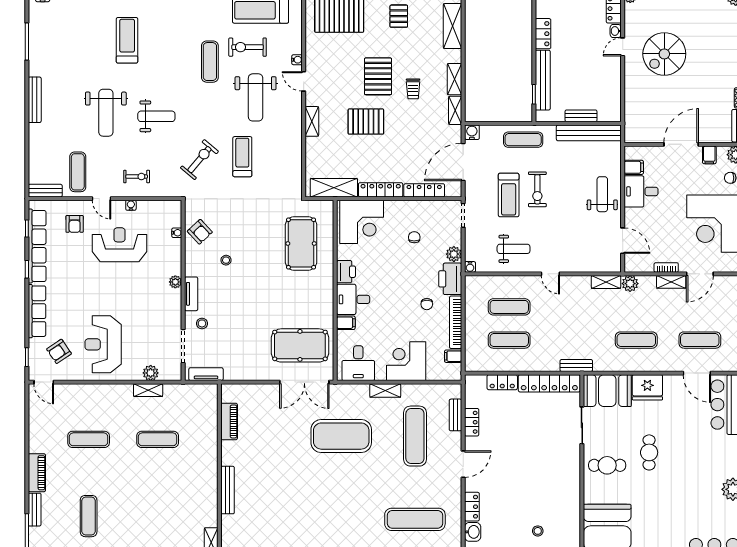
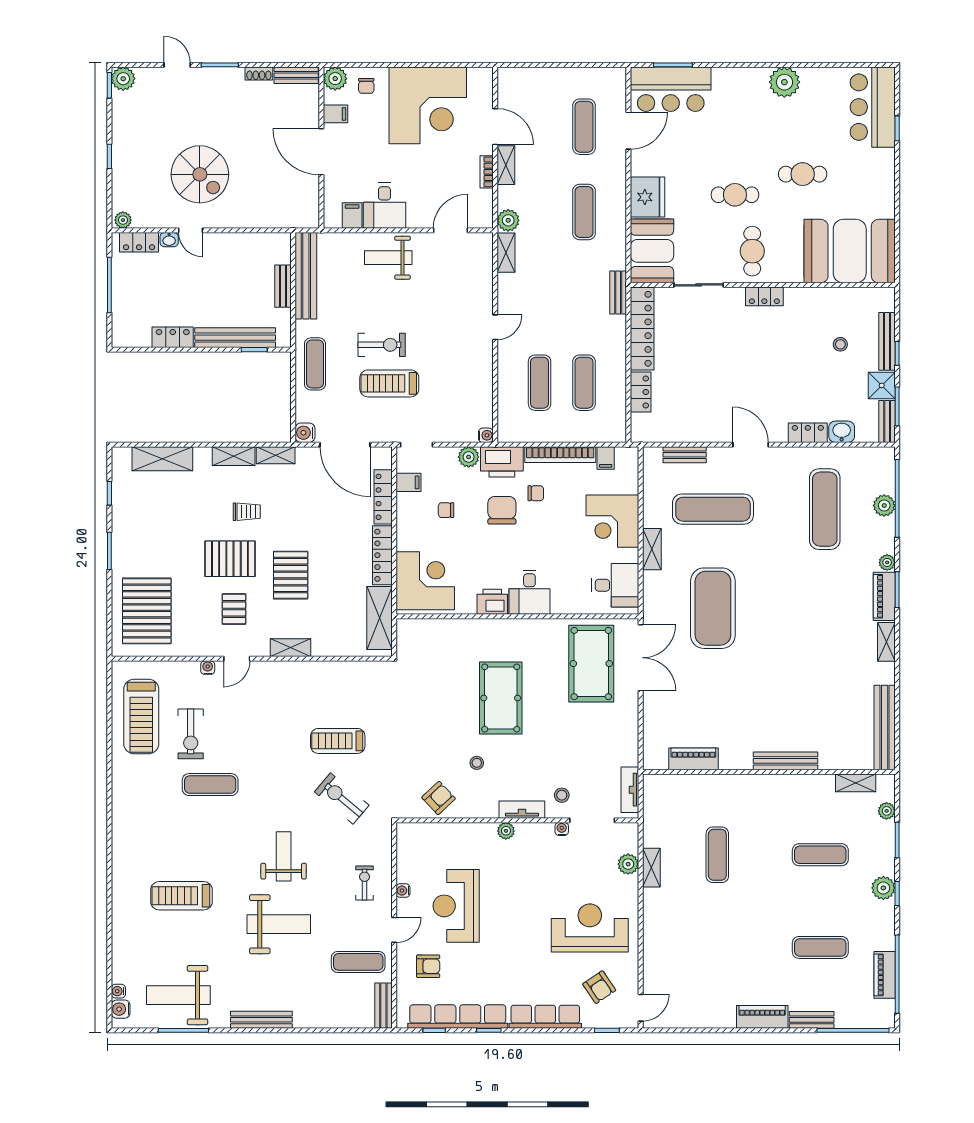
pallet: (399, 16) -> (234, 609), moved, turned 90
weight bench: (256, 97) -> (178, 995), moved, turned 180
treadmill: (509, 195) -> (389, 383), turned 180
water cooler: (177, 233) -> (562, 829), moved
pool table: (301, 243) -> (501, 698), moved, turned 90
weight bench: (514, 249) -> (462, 377), removed
chair: (414, 279) -> (502, 510), added
filing cabinet: (346, 323) -> (408, 482), moved, turned 90
reception desk: (103, 344) -> (590, 928), turned 180
locker: (472, 422) -> (764, 296), moved, turned 180
exercise mat: (89, 439) -> (820, 855), moved, turned 90
cafe table: (664, 503) -> (803, 174), added

